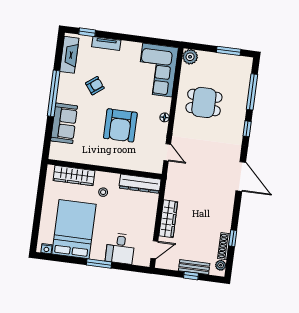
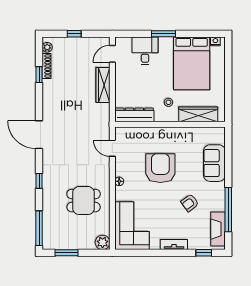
tv unit: (106, 43) -> (174, 245), moved
window: (252, 92) -> (39, 228), moved
window: (54, 93) -> (228, 210), moved
bench: (194, 267) -> (72, 42), removed

